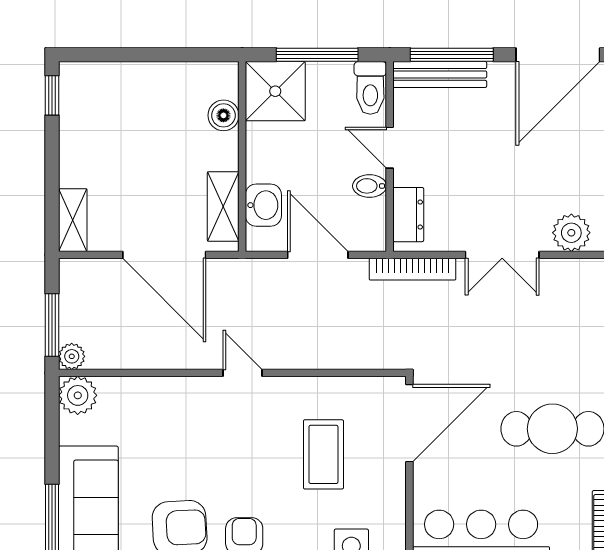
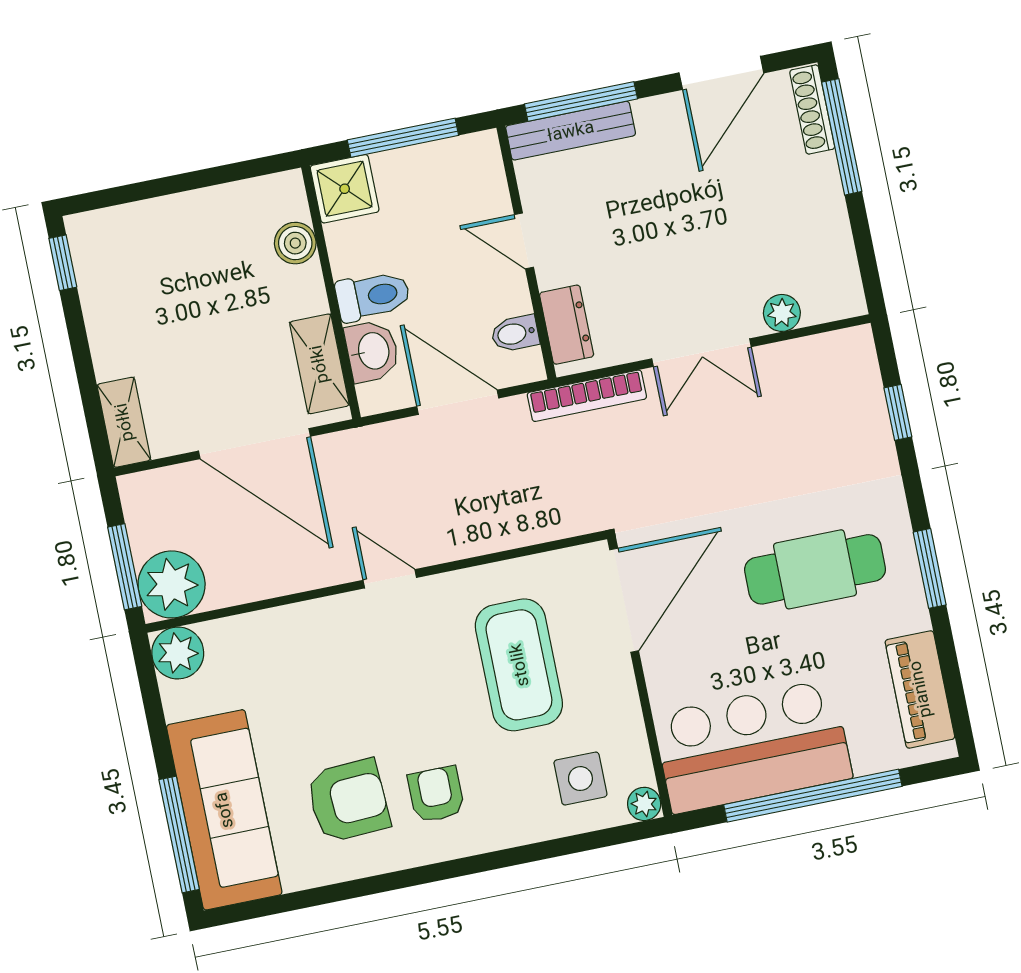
door: (558, 55) -> (721, 73), width x0.73
toilet: (370, 88) -> (373, 296), moved, turned -90
shower: (275, 91) -> (345, 189), width x0.73, depth x0.73
bidet: (370, 186) -> (515, 333), moved
plant: (571, 233) -> (782, 313), width x0.73, depth x0.73
plant: (72, 356) -> (172, 584), width x1.87, depth x1.87
coffee table: (323, 454) -> (519, 665), width x1.36, depth x1.32

